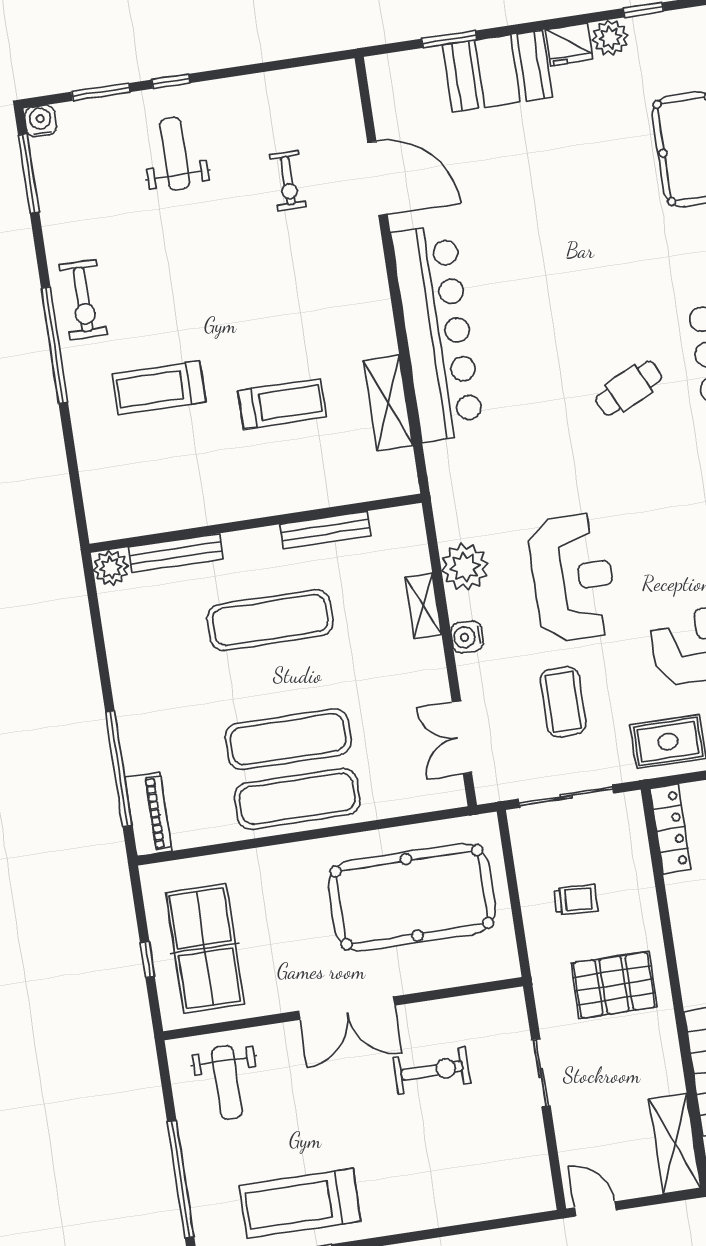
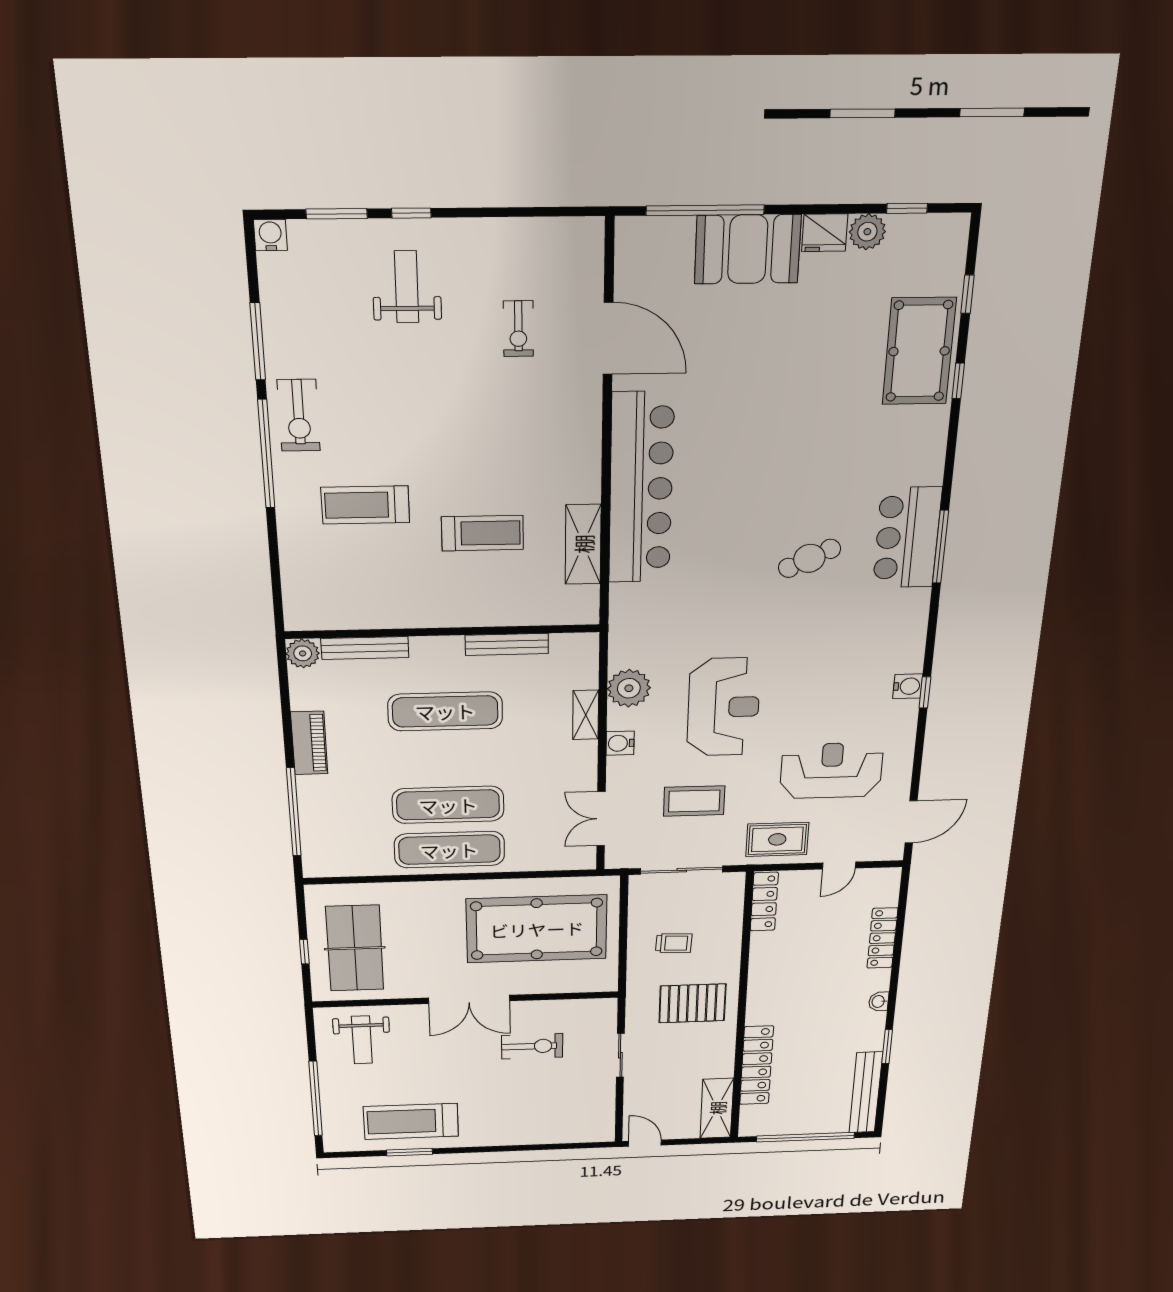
window: (449, 39) -> (705, 210), width x2.11
window: (29, 173) -> (258, 341), moved
coffee table: (563, 702) -> (694, 801), turned 90
piano: (148, 814) -> (309, 743), moved

